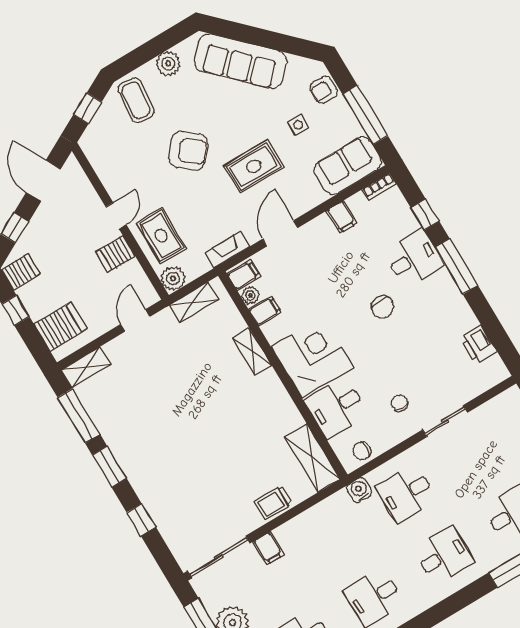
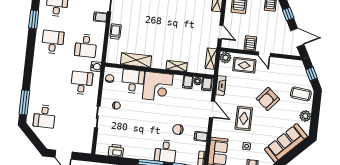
chair: (383, 307) -> (178, 130), moved
shelving: (312, 458) -> (136, 60), moved
desk: (444, 555) -> (86, 46), moved

